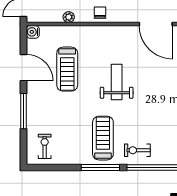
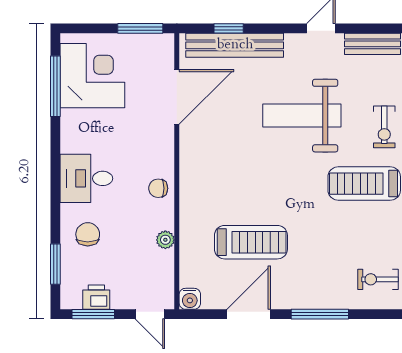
weight bench: (117, 82) -> (302, 116), moved, width x1.36, depth x1.33

